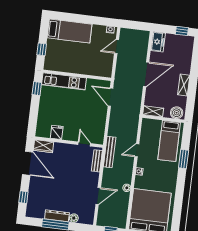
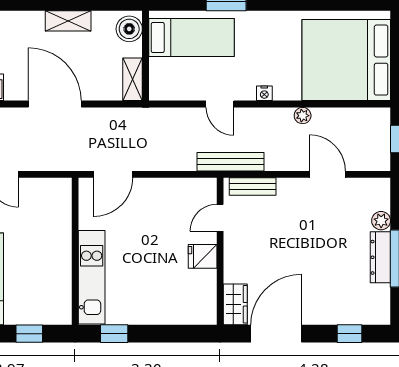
fridge: (57, 132) -> (203, 256), moved

